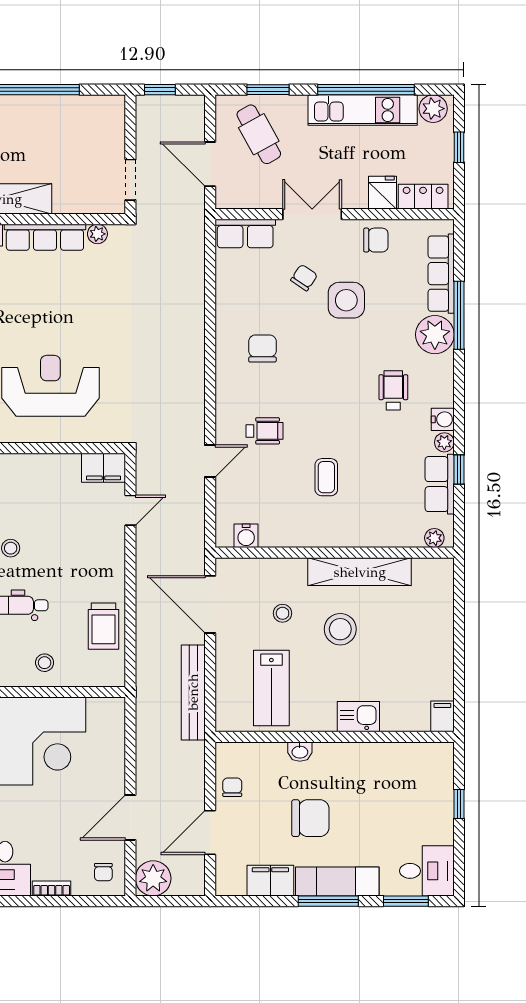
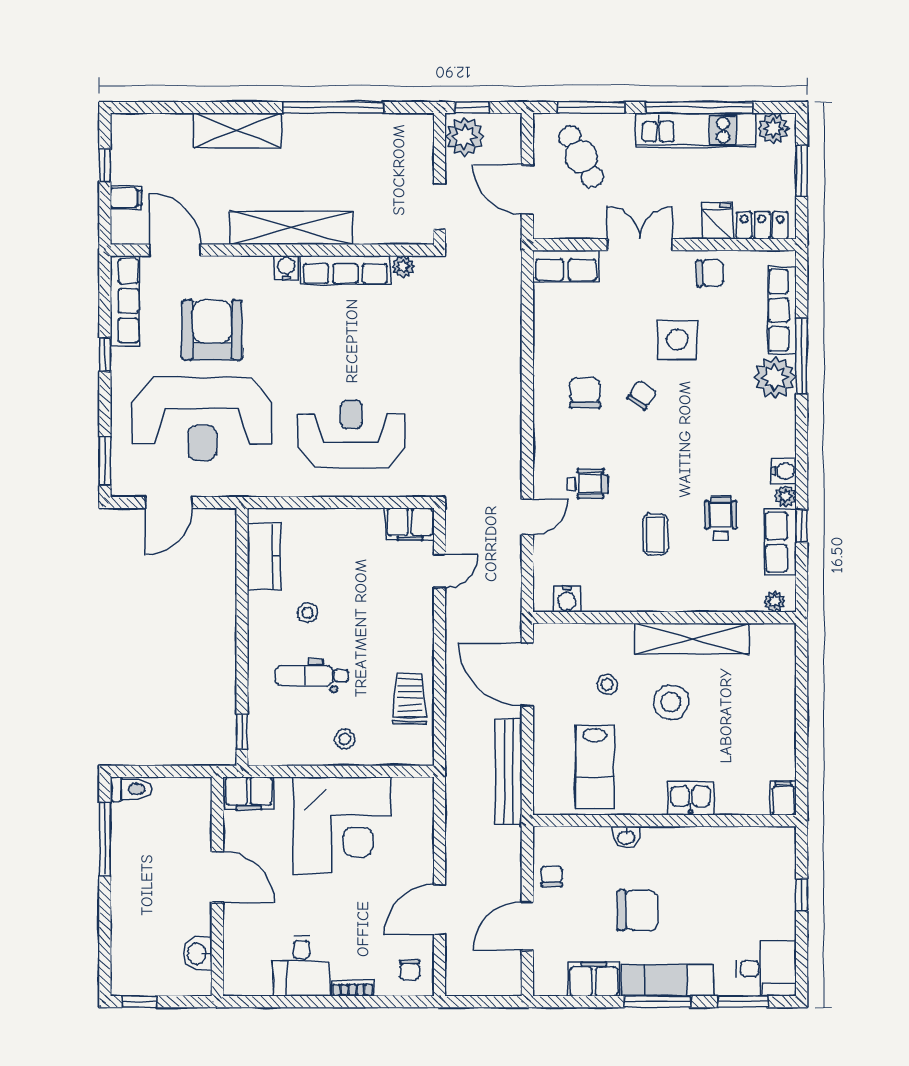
window: (268, 90) -> (591, 108), width x1.44
window: (459, 147) -> (802, 171), width x1.50
chair: (304, 278) -> (642, 395), moved
wheelchair: (393, 390) -> (721, 518), moved
trolley: (104, 626) -> (410, 699), turned 180
plant: (153, 878) -> (464, 137), moved

